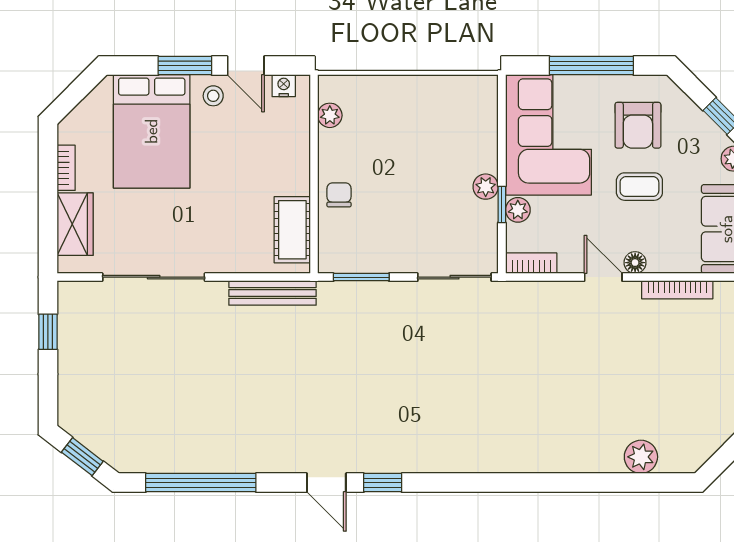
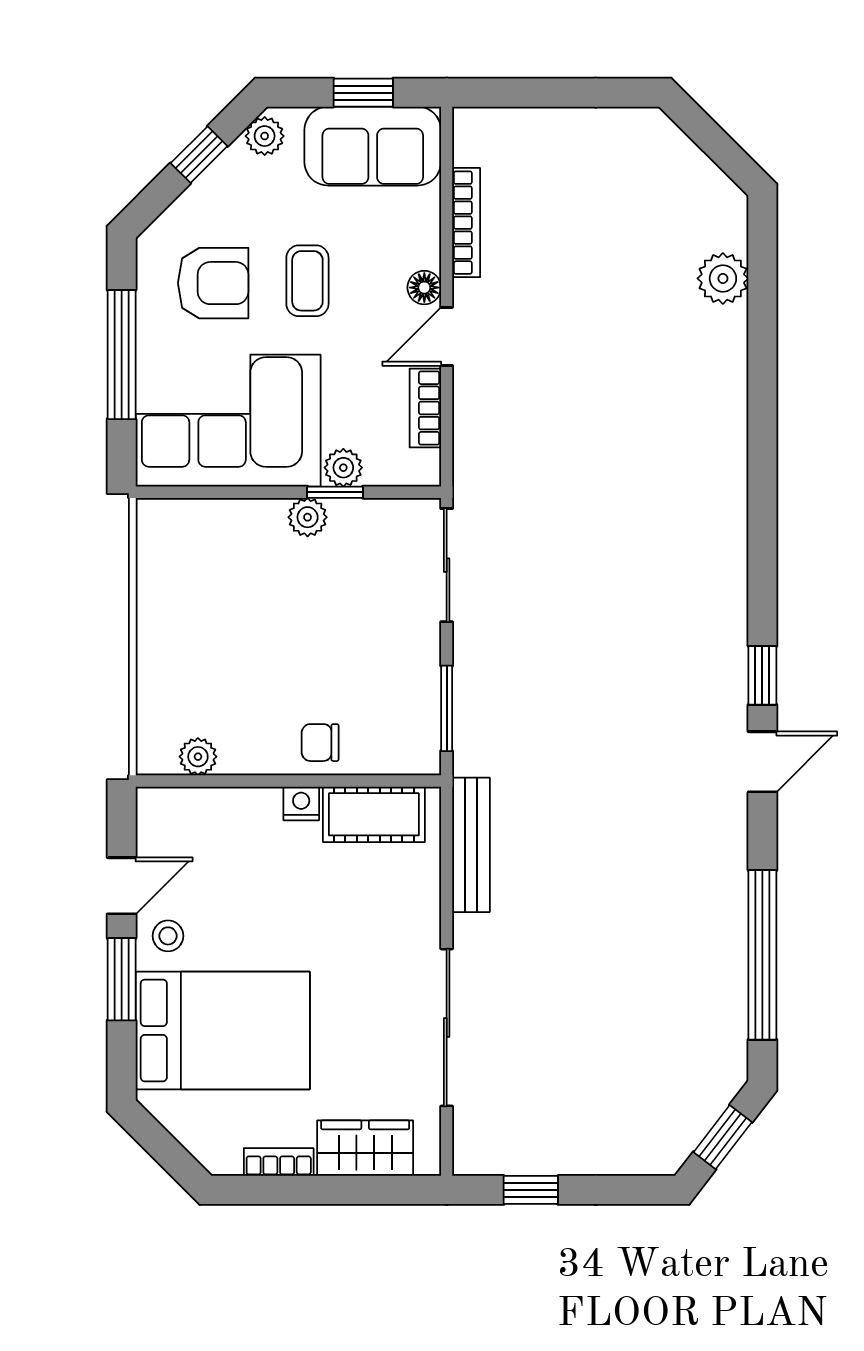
nightstand: (284, 86) -> (301, 803), moved, turned 90
bookcase: (531, 263) -> (425, 408), moved

